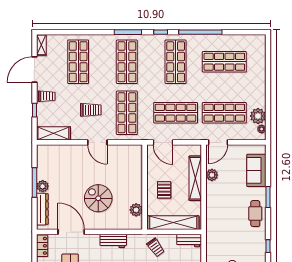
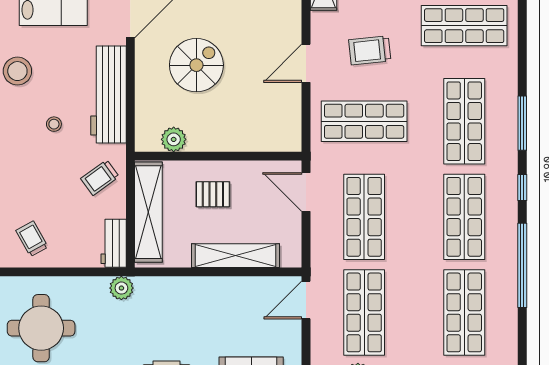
shop shelf: (127, 62) -> (464, 121), turned 90
shop shelf: (176, 62) -> (464, 217), turned 90
trolley: (91, 110) -> (370, 50), turned 84
door: (163, 142) -> (306, 192), hinge flipped
door: (218, 142) -> (306, 300), hinge flipped
plant: (212, 175) -> (121, 288), moved
workbench: (113, 241) -> (108, 94), width x1.87, depth x1.32

